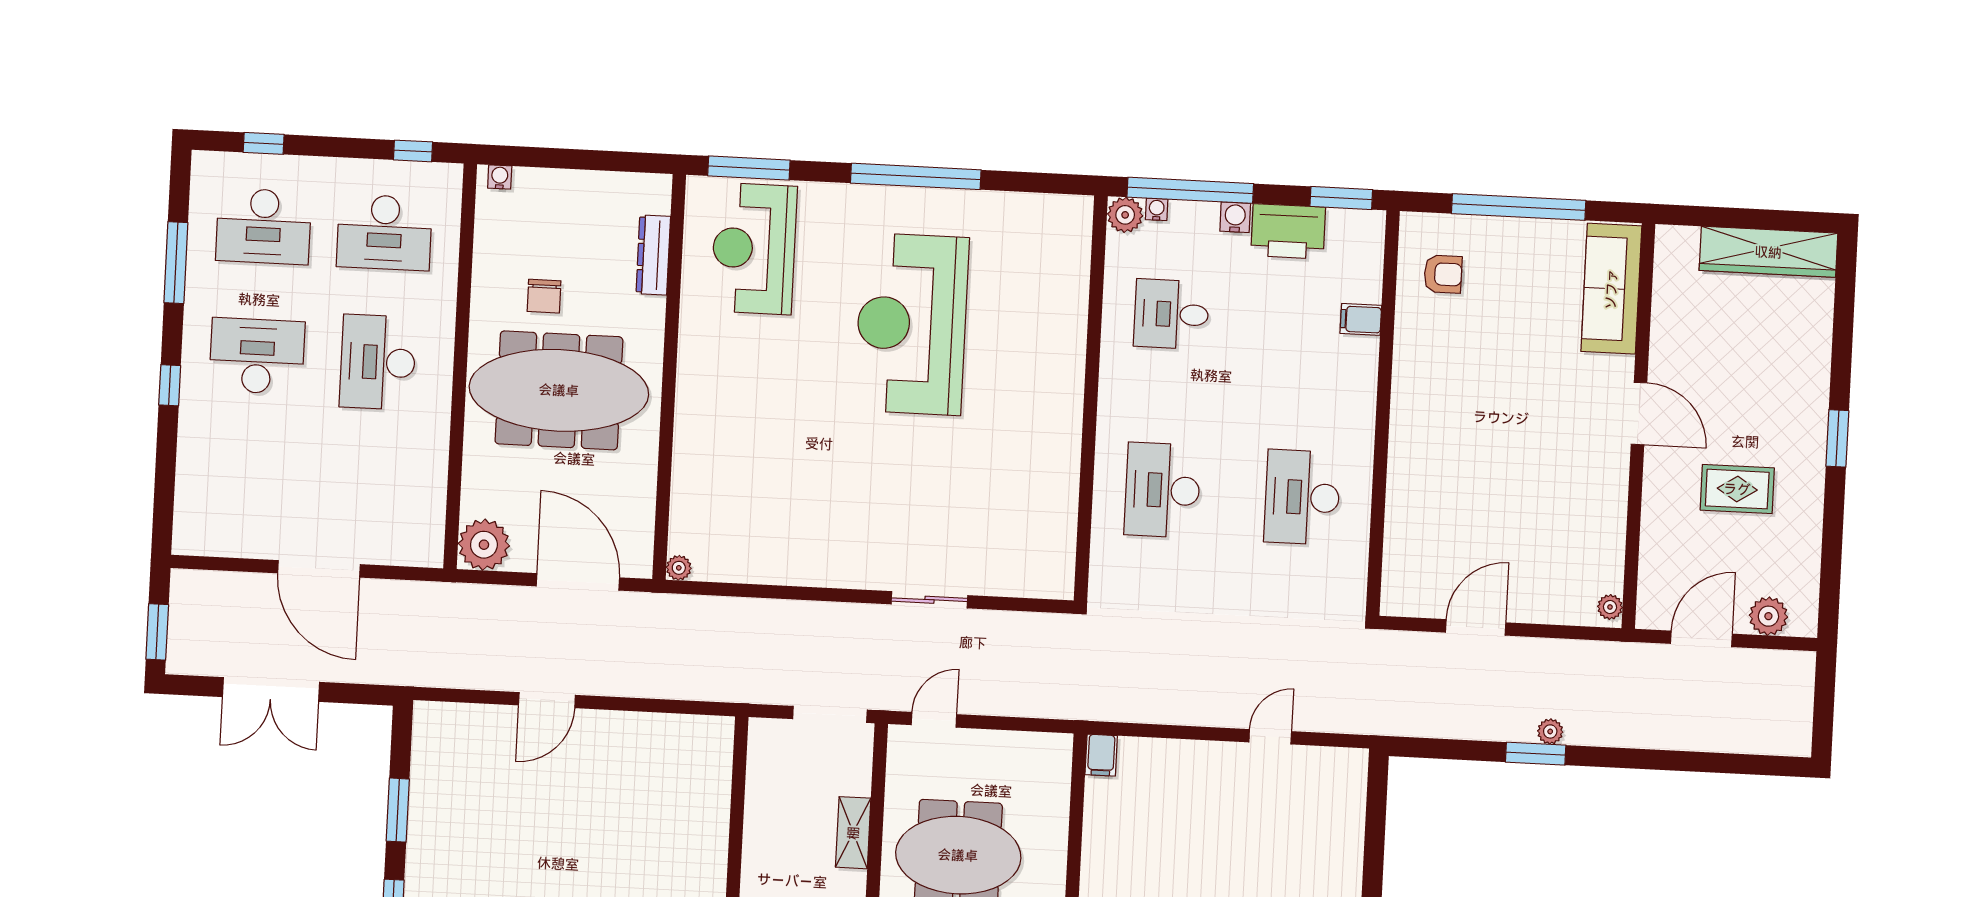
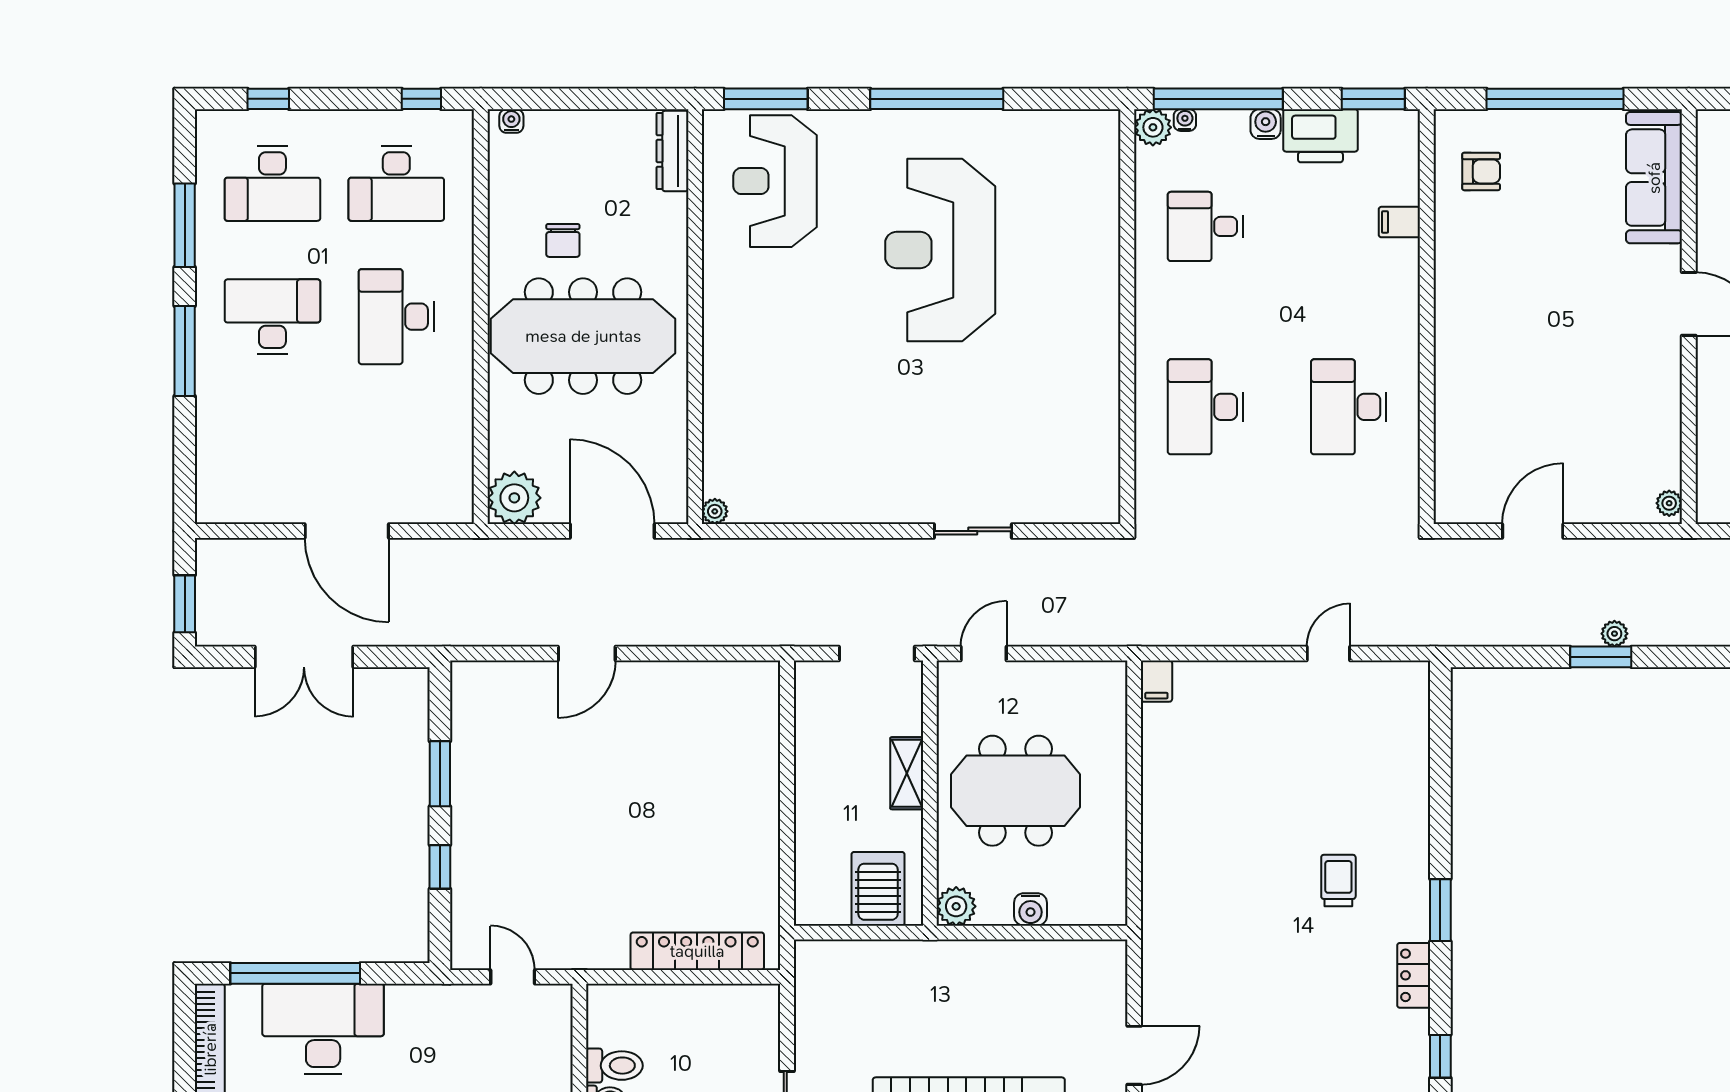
dresser: (653, 255) -> (673, 151), moved
window: (170, 385) -> (185, 351), width x2.17

